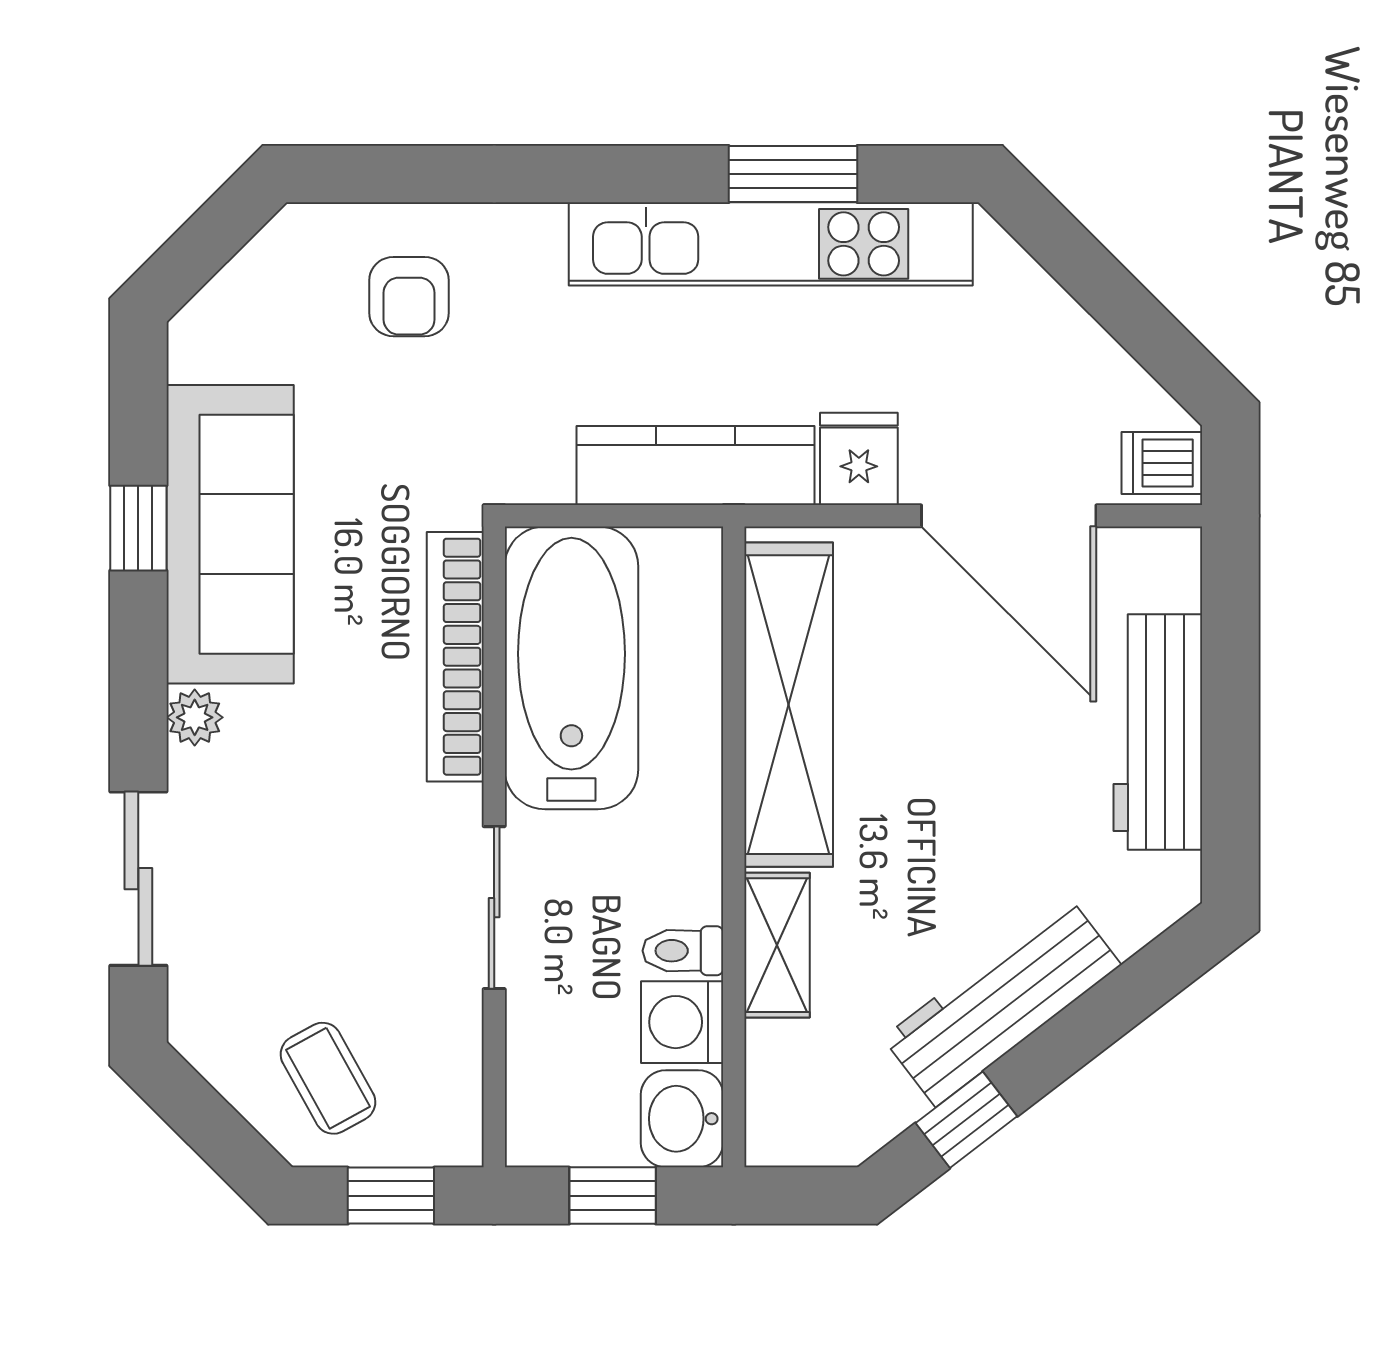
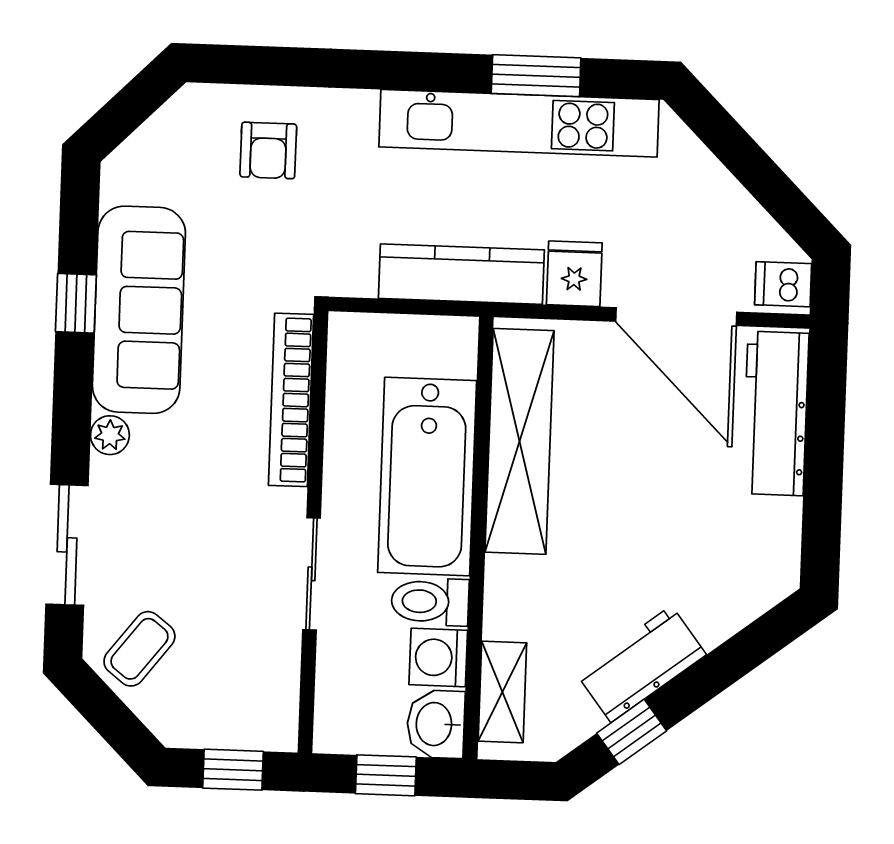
bathtub: (571, 668) -> (427, 477), moved, turned 180
workbench: (1158, 732) -> (776, 413), moved
shelving: (777, 945) -> (502, 692), moved
toilet: (683, 951) -> (430, 602), width x1.37, depth x1.39
workbench: (1002, 1001) -> (641, 664), width x0.73
coffee table: (328, 1078) -> (139, 649), moved, turned 67

